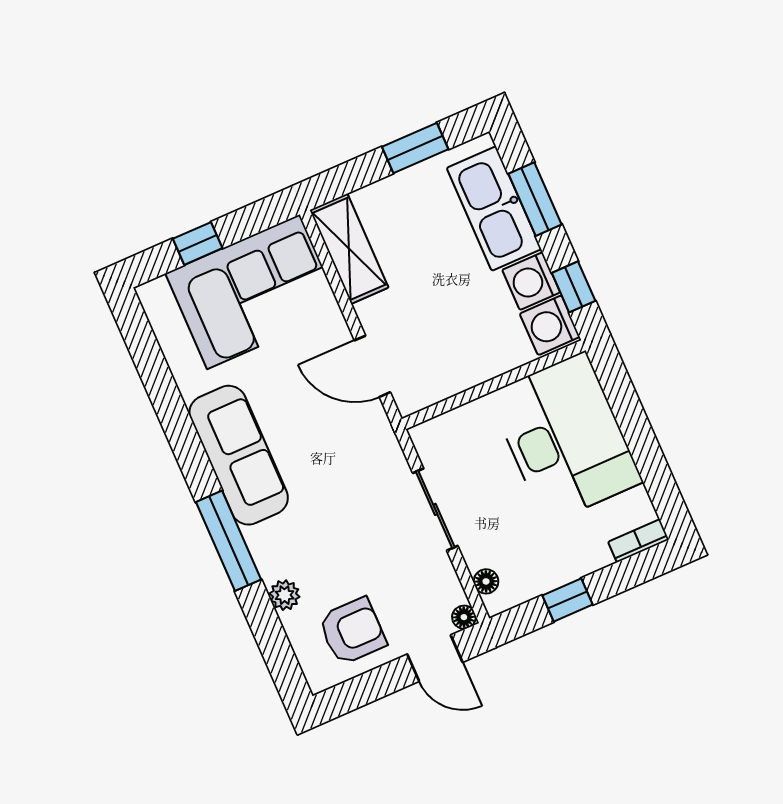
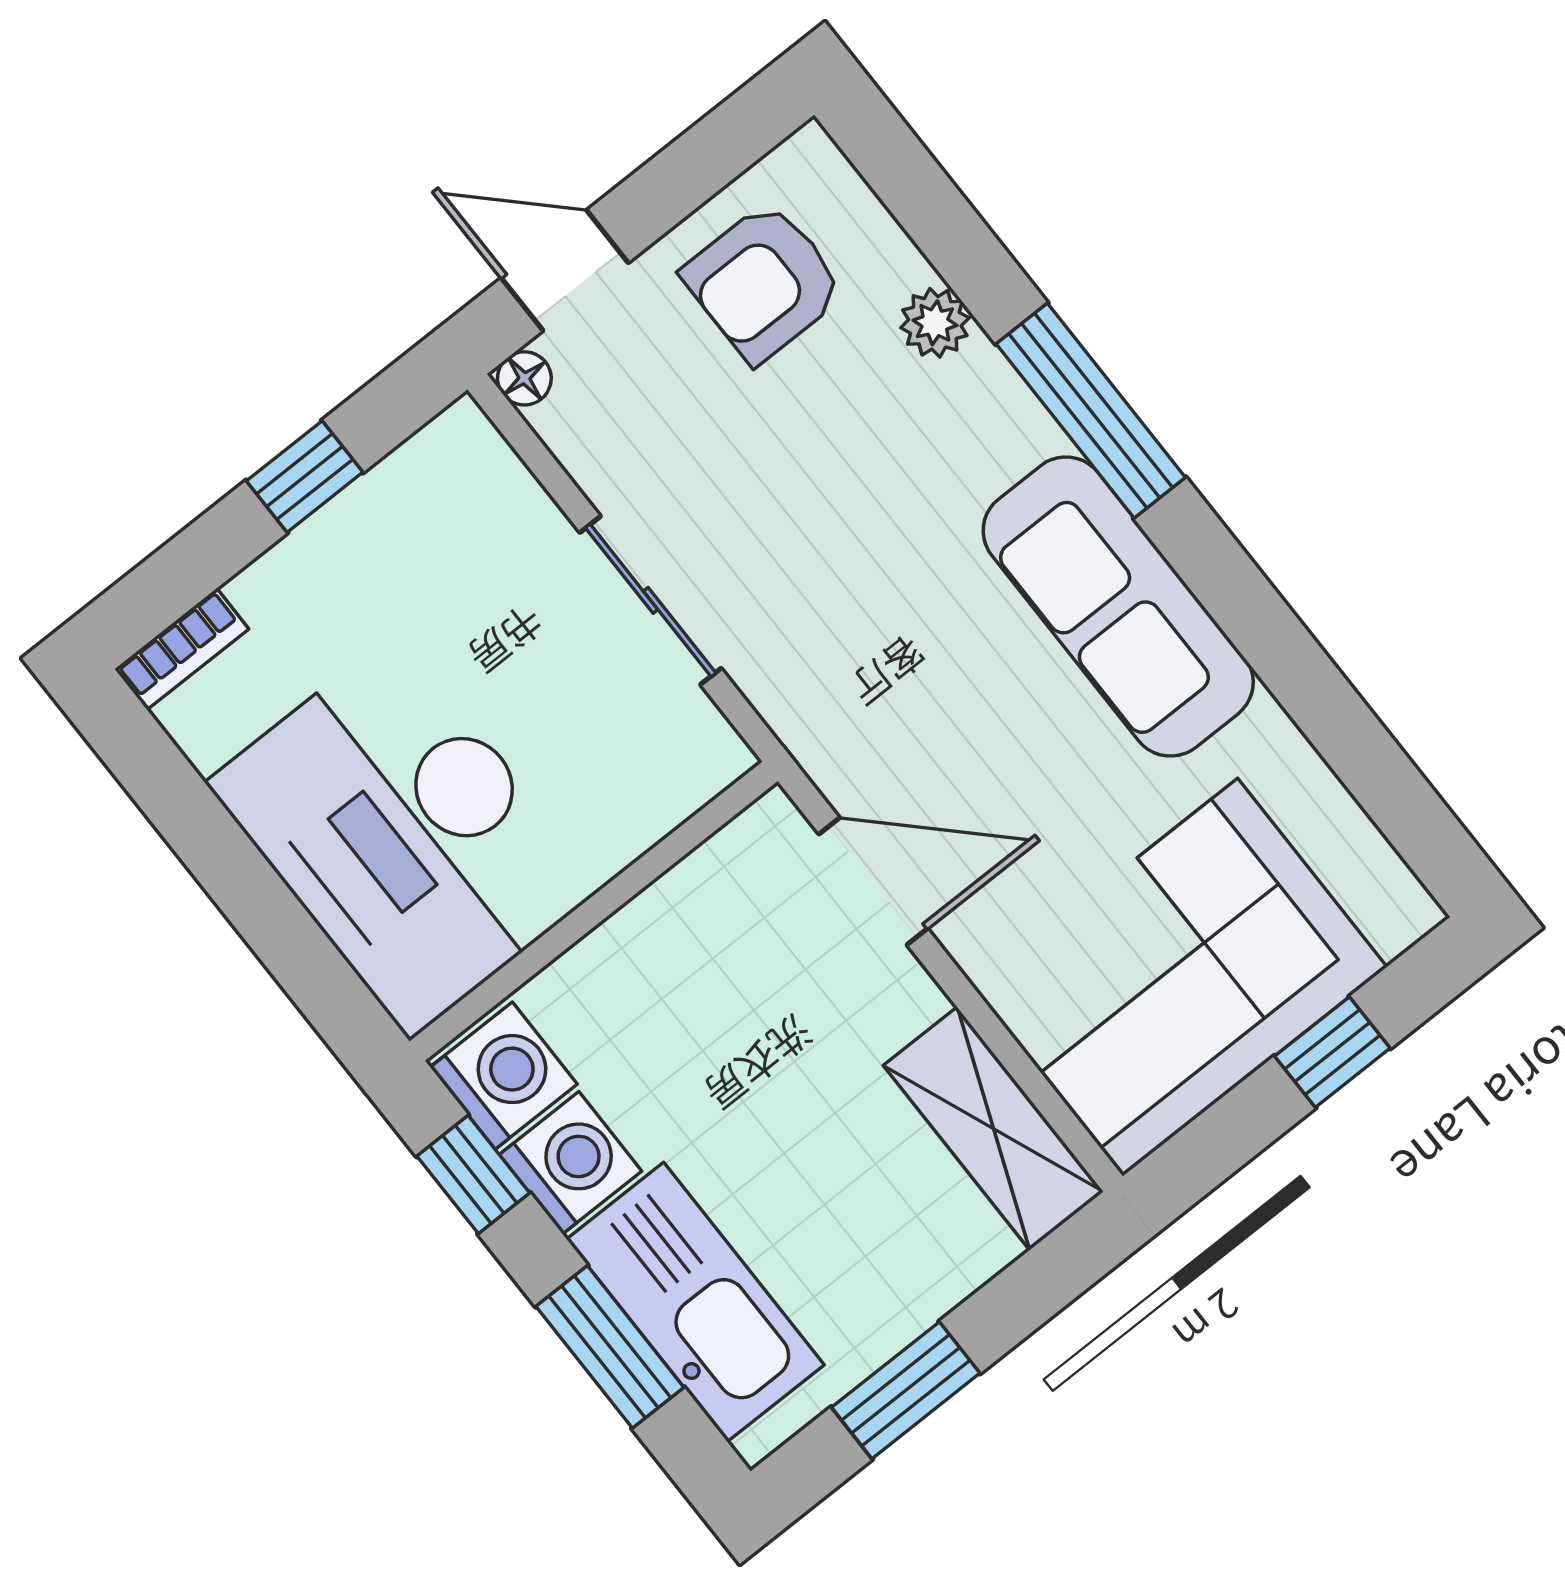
floor lamp: (486, 581) -> (496, 470), removed

